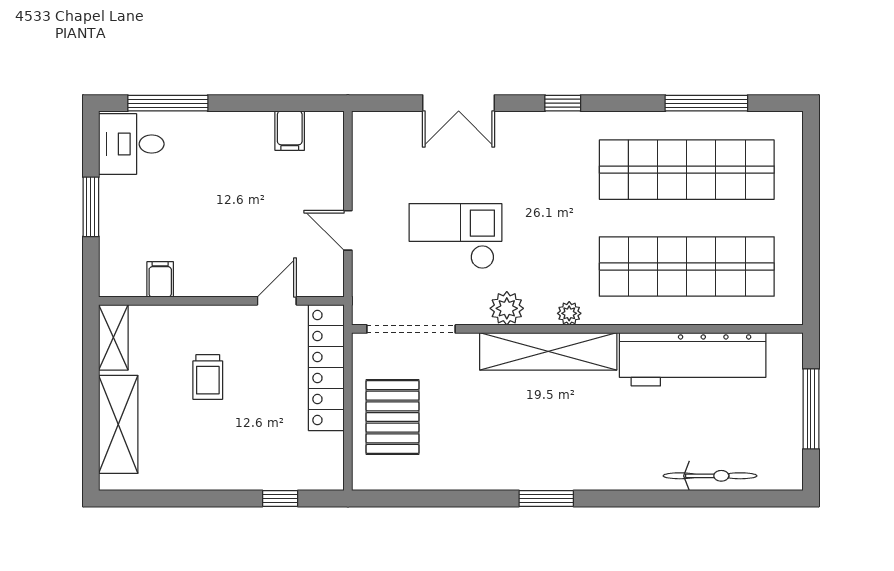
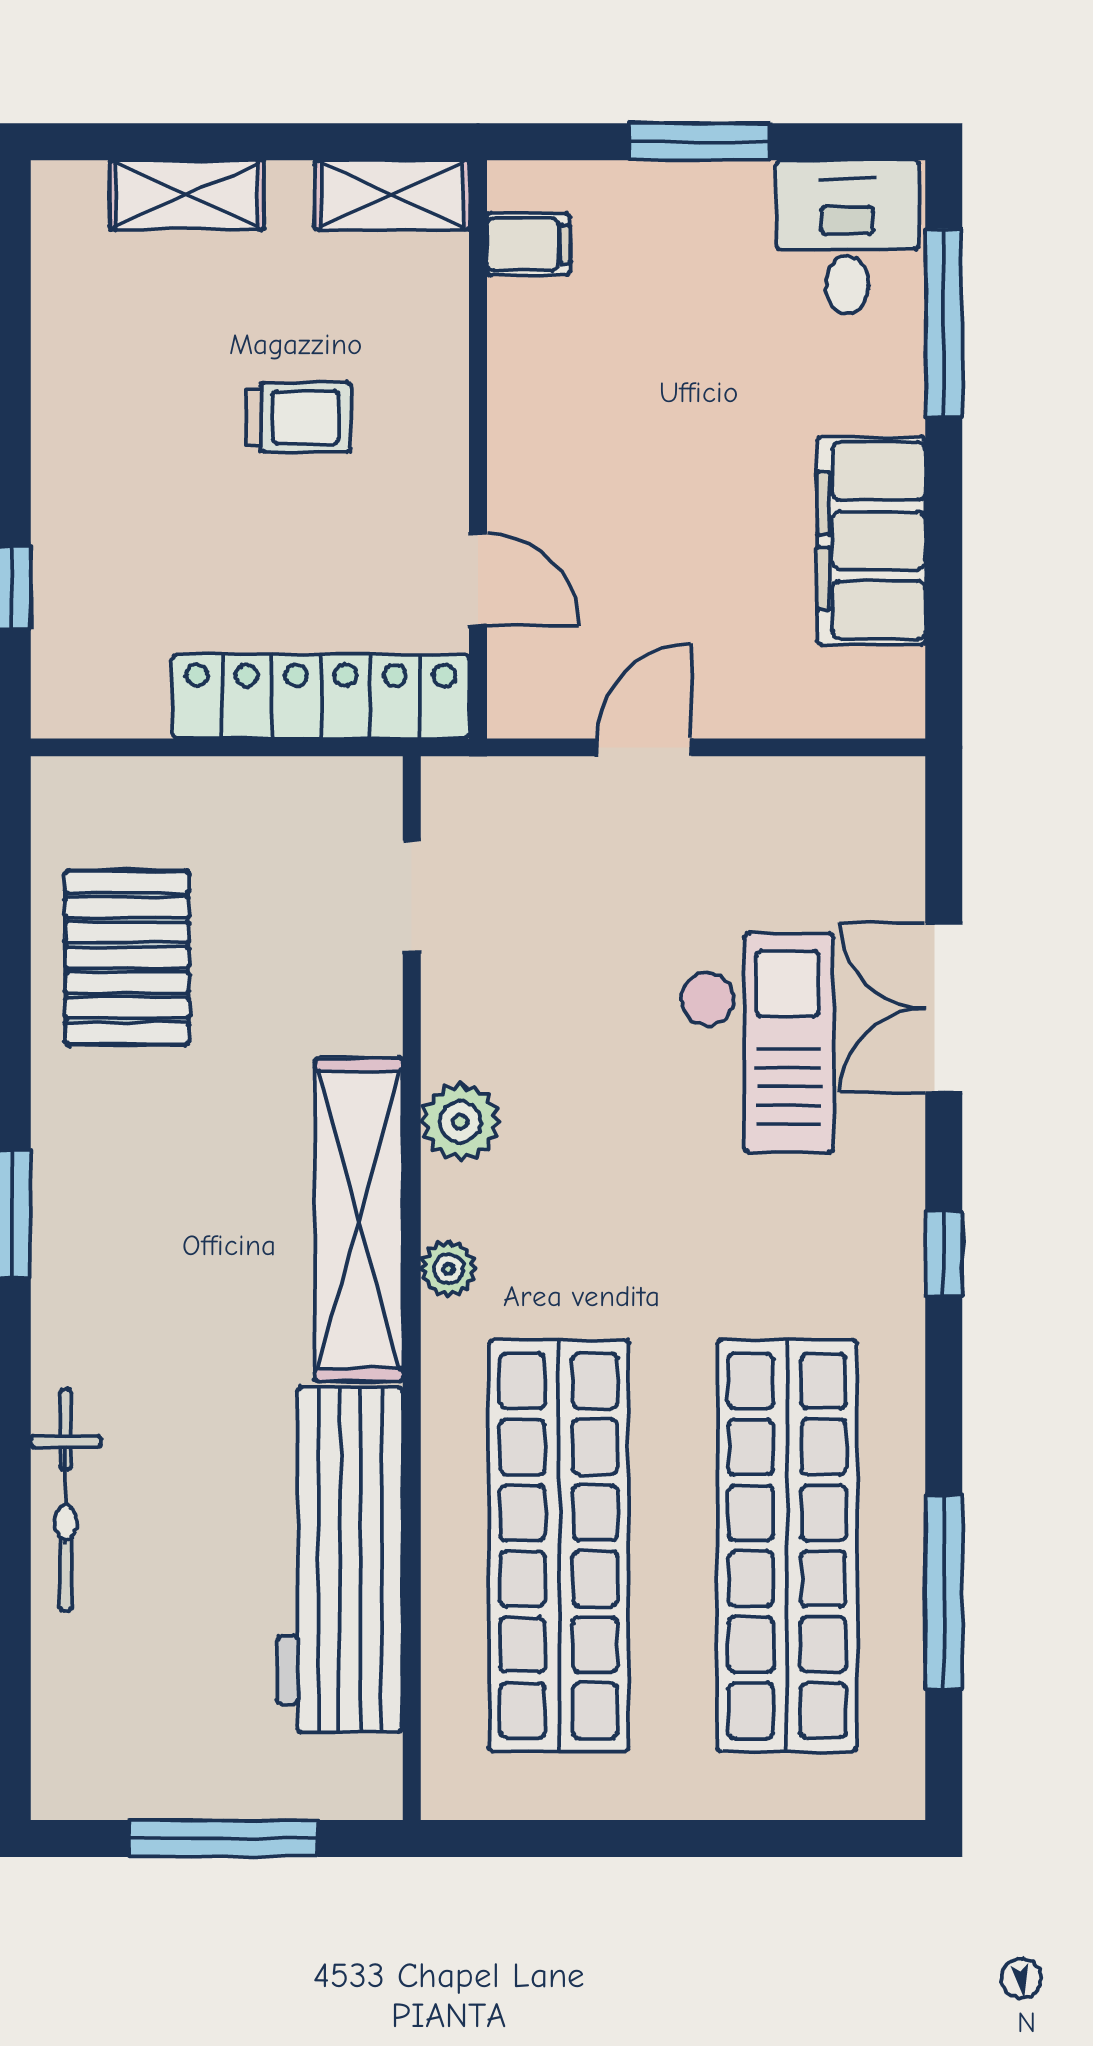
filing cabinet: (290, 131) -> (871, 541), width x3.00, depth x1.17
checkout: (455, 236) -> (757, 1043), moved
filing cabinet: (160, 279) -> (528, 244), moved
doorway: (411, 329) -> (412, 896), width x0.53
trolley: (208, 377) -> (298, 417), turned 180
pallet: (393, 417) -> (127, 958), moved, turned 90
shelving: (118, 424) -> (187, 195), width x0.67, depth x0.75
bicycle: (710, 476) -> (66, 1500), moved

